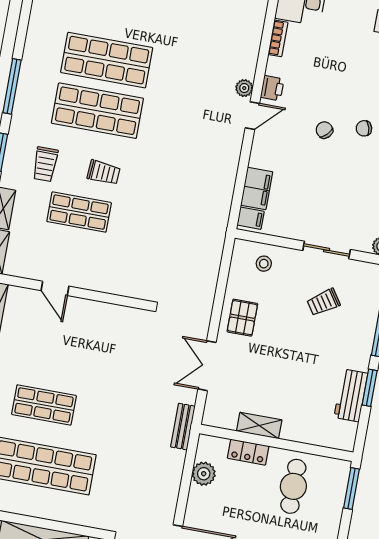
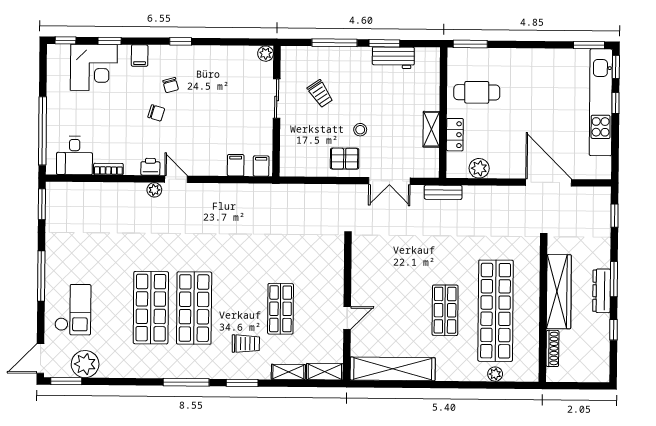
chair: (324, 130) -> (156, 113), moved, turned -117
trolley: (104, 173) -> (244, 294), removed
filing cabinet: (257, 189) -> (236, 165), width x0.50
stool: (264, 264) -> (360, 130), moved

